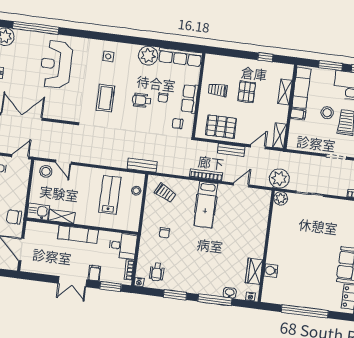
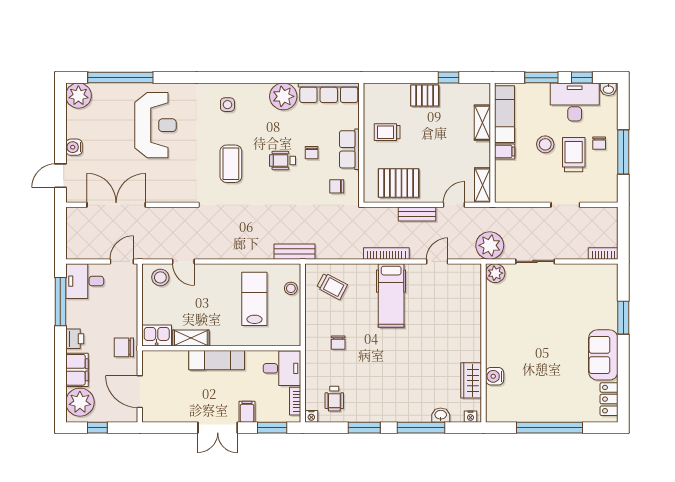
reception desk: (56, 64) -> (155, 125), turned 180
pallet: (247, 92) -> (425, 95), moved, turned 90

